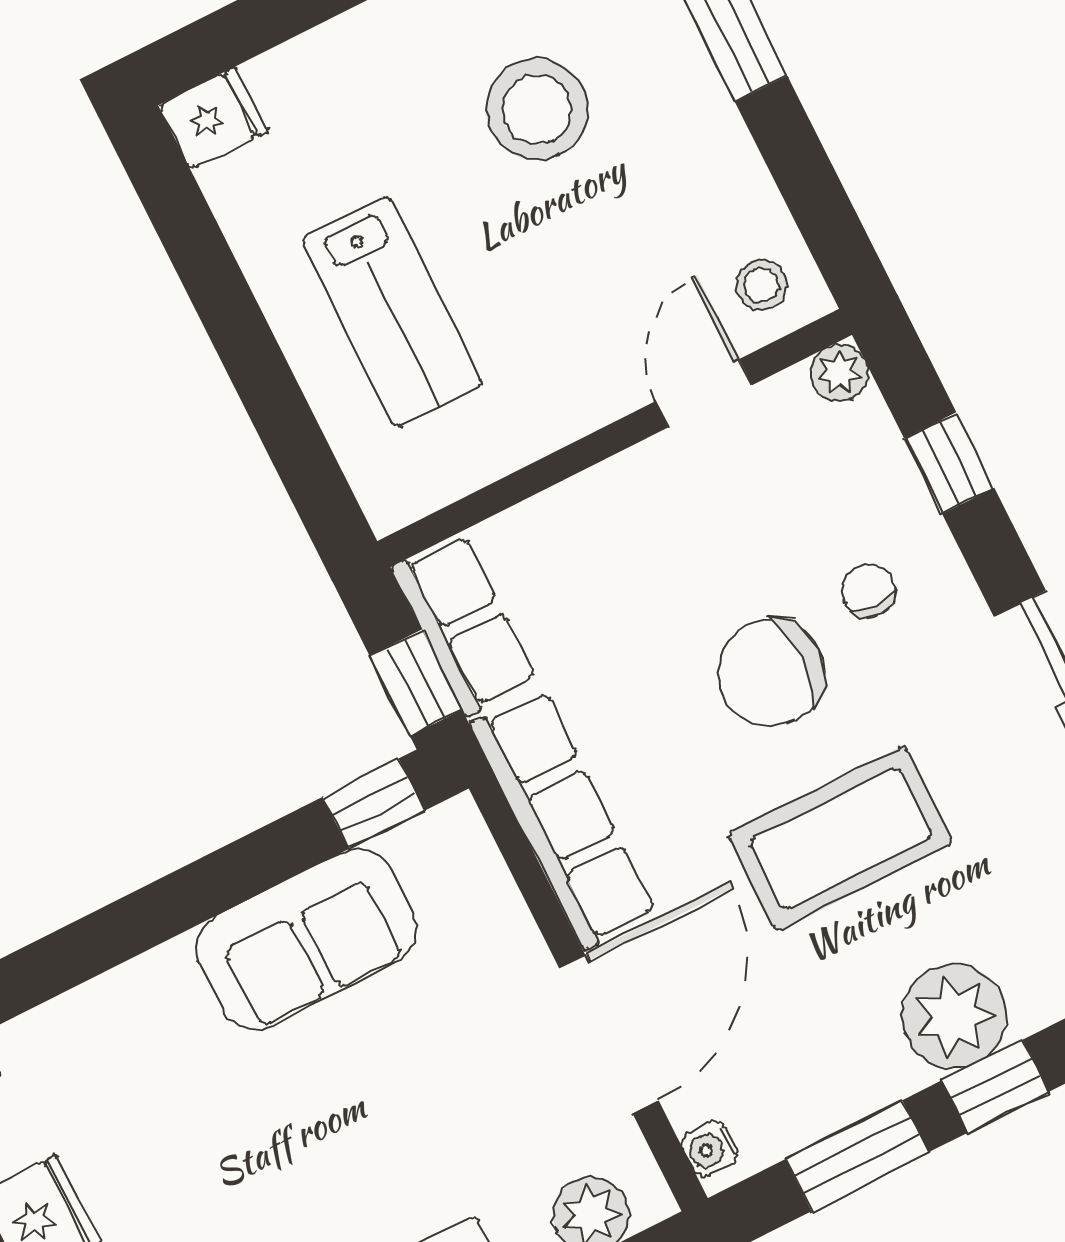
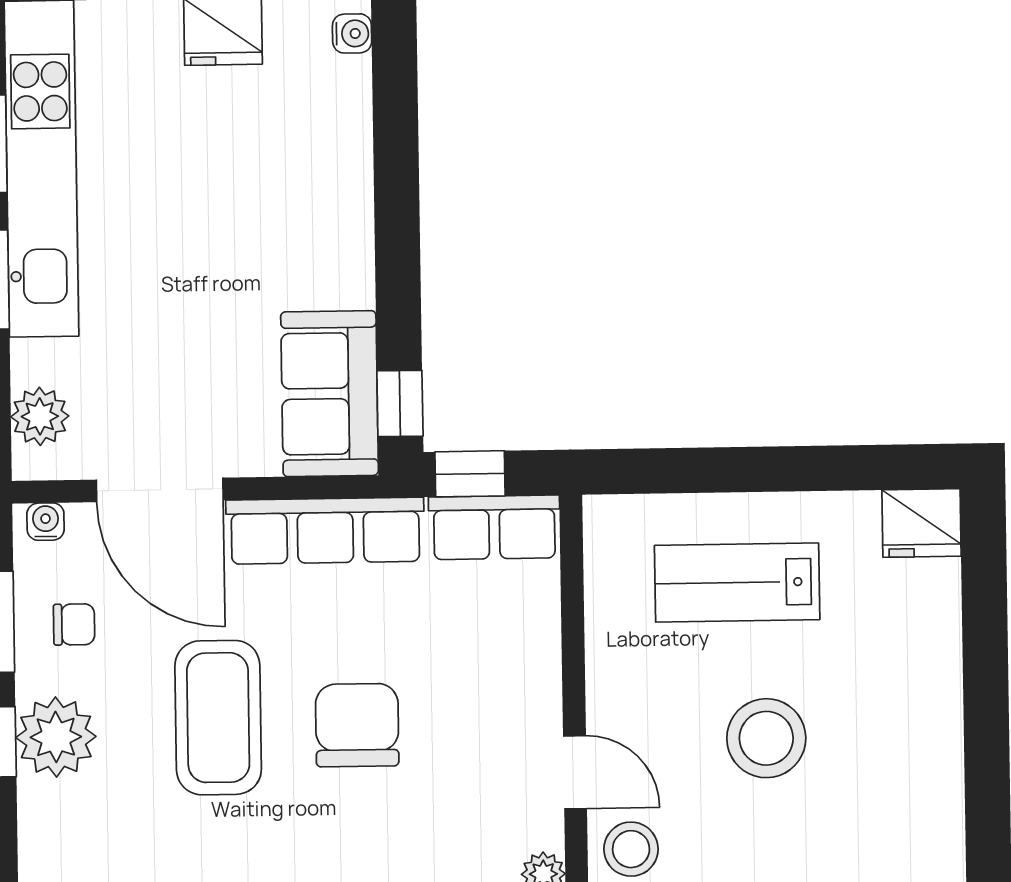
stool: (537, 109) -> (766, 738), moved
fridge: (213, 118) -> (922, 523), width x1.38
stool: (761, 285) -> (631, 849), width x1.37, depth x1.37
chair: (868, 591) -> (74, 624), moved
sofa: (306, 939) -> (330, 394), moved

